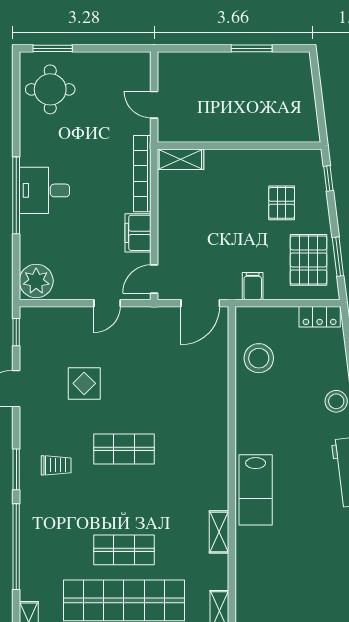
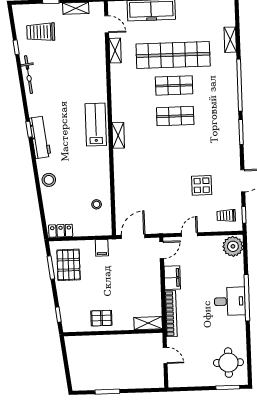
pallet: (282, 203) -> (101, 318), moved, turned 90
stool: (259, 358) -> (97, 204), width x0.53, depth x0.53
shop shelf: (124, 449) -> (175, 116), moved
trolley: (56, 465) -> (226, 216), moved
shelving: (219, 532) -> (118, 135), moved

